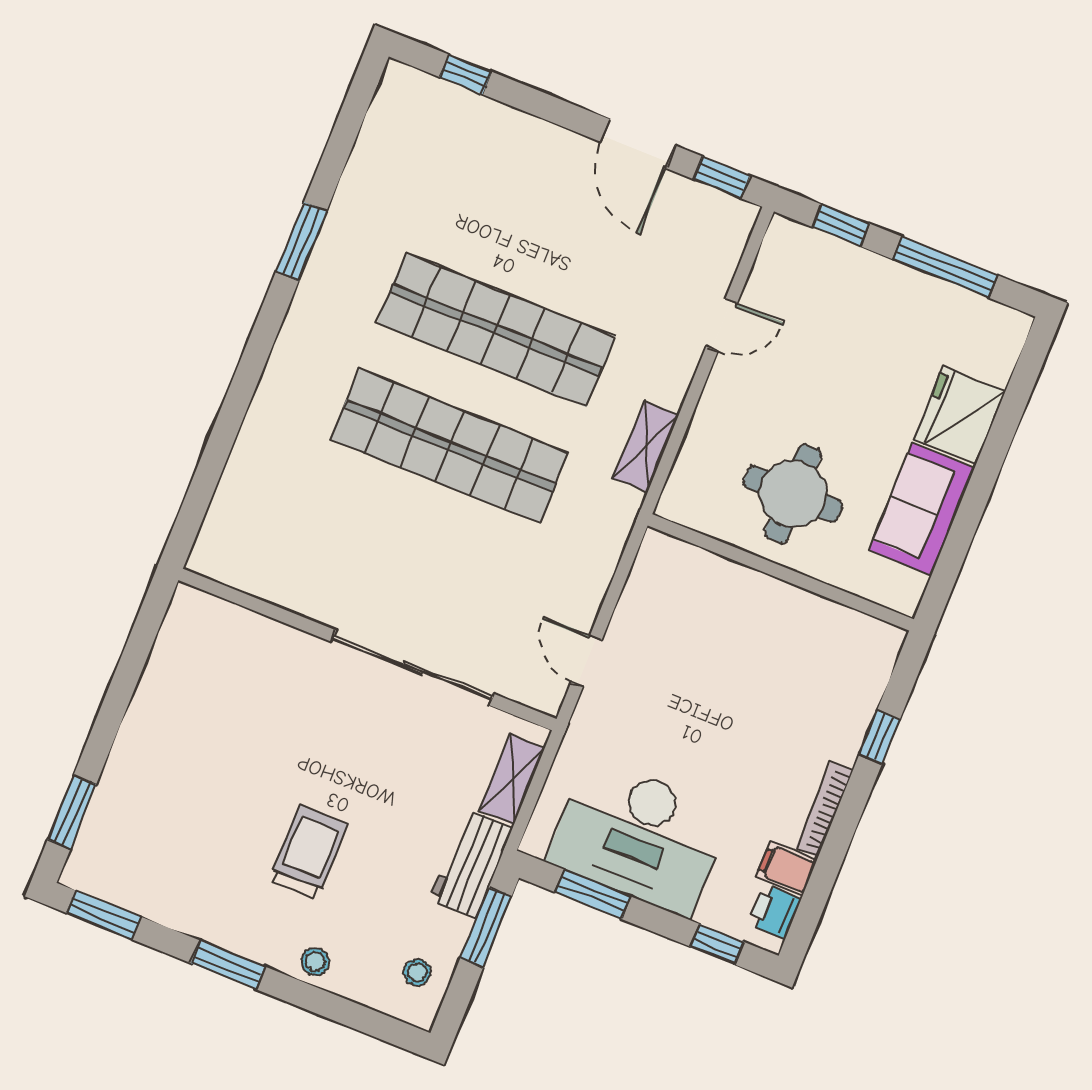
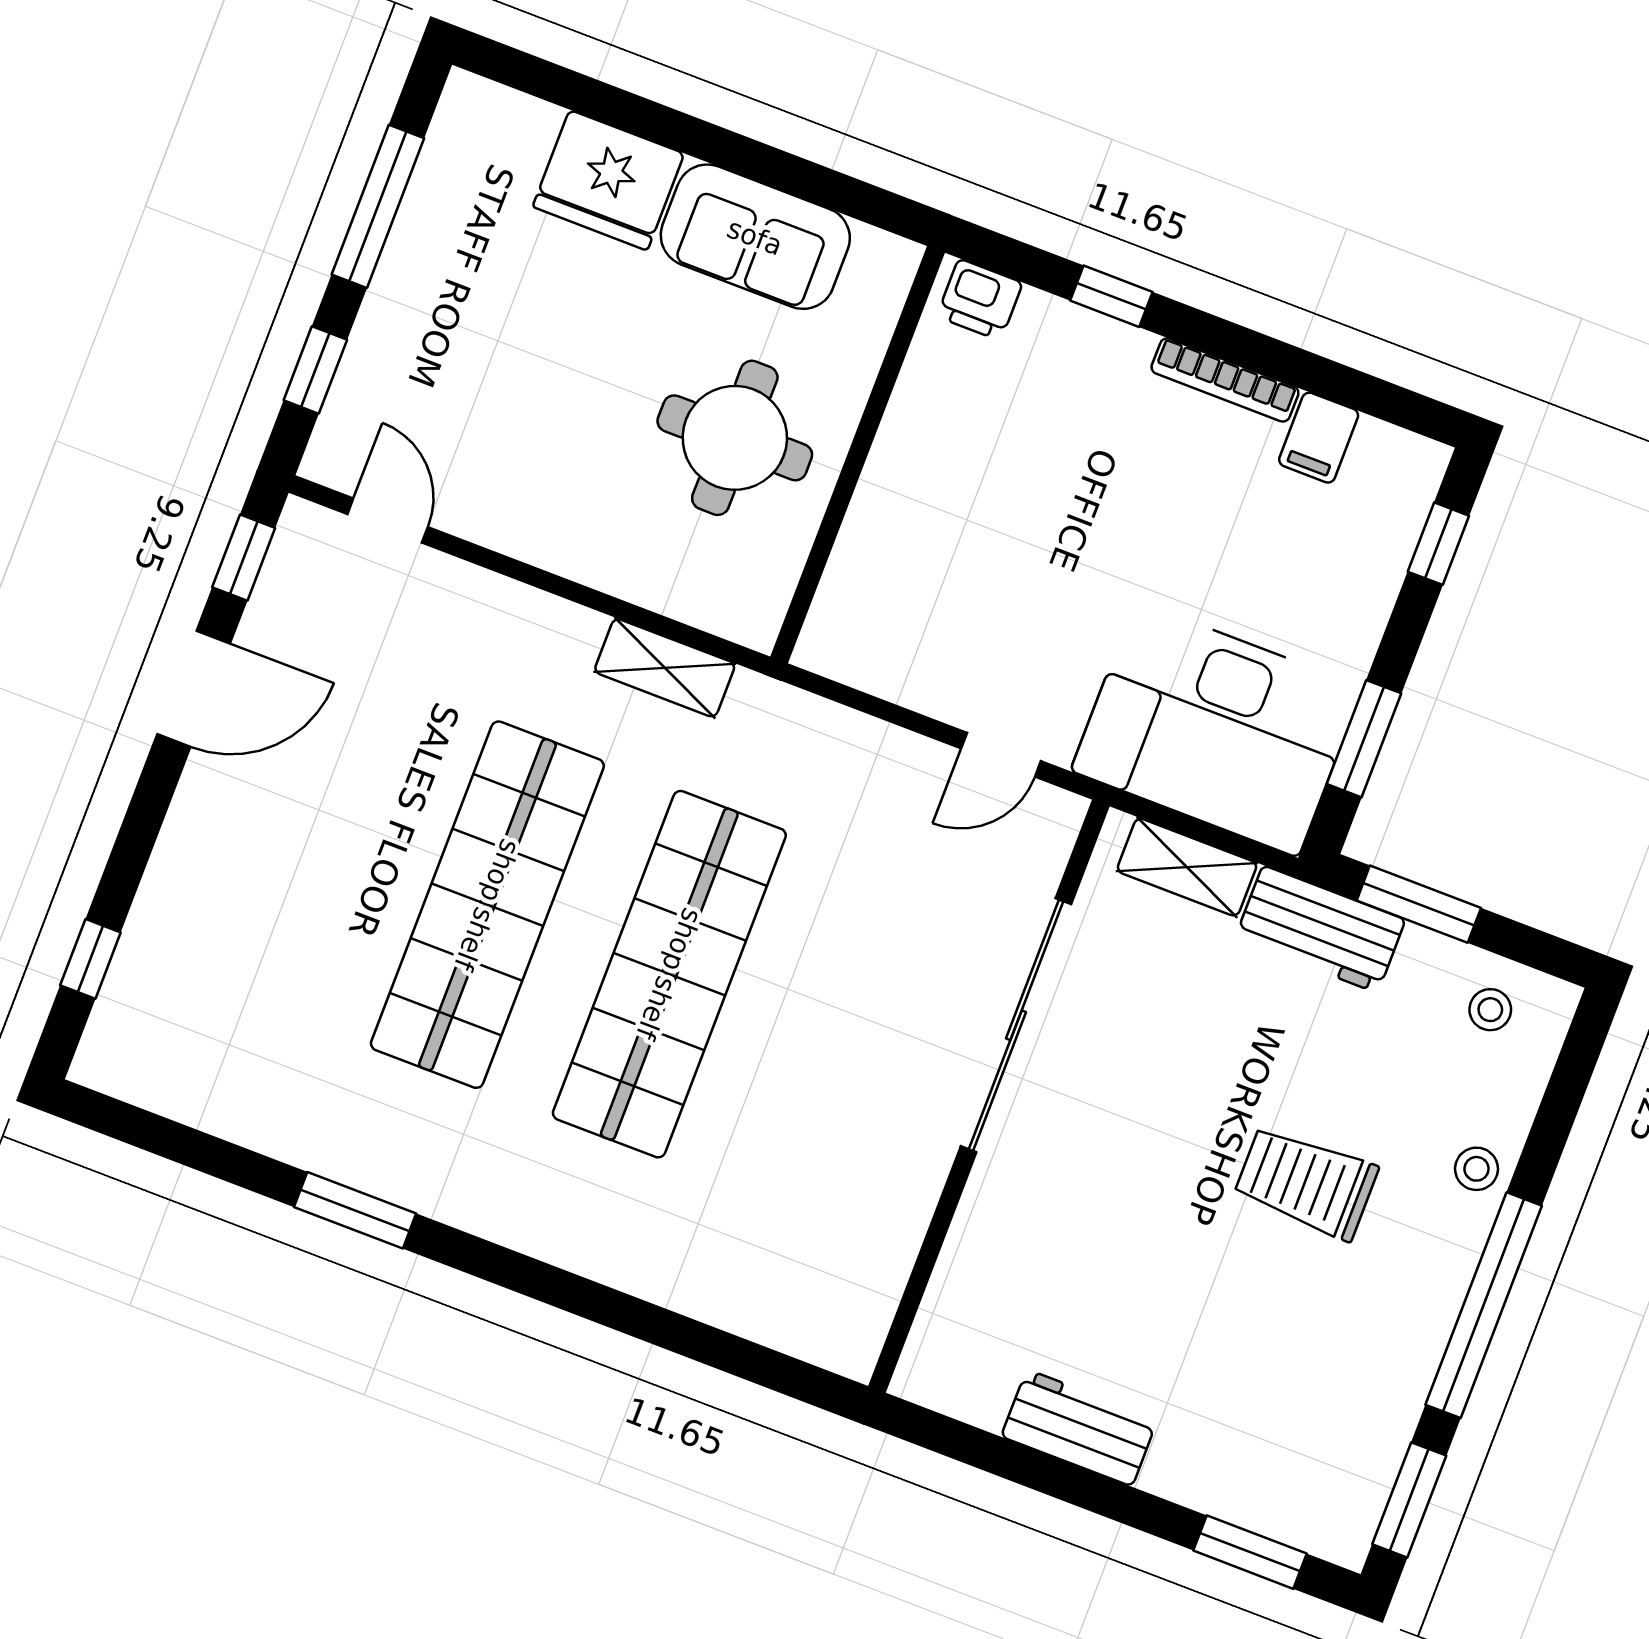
door: (722, 325) -> (388, 521), moved
workbench: (154, 704) -> (1079, 1428), added
desk: (639, 837) -> (1217, 729), moved, turned 90
printer: (775, 912) -> (980, 300), moved
window: (228, 965) -> (1484, 1305), width x2.11

